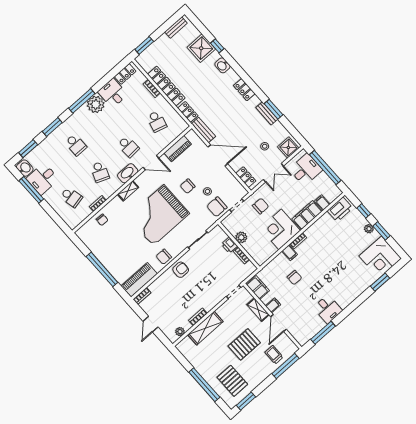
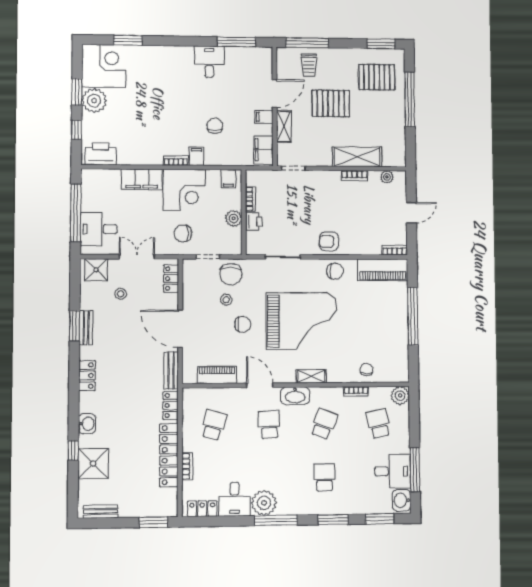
filing cabinet: (322, 203) -> (228, 179), moved
chair: (217, 207) -> (231, 274), turned 90
plant: (73, 222) -> (400, 396), added
plant: (369, 229) -> (94, 101), width x1.87, depth x1.87
pallet: (232, 381) -> (377, 77), turned 90

